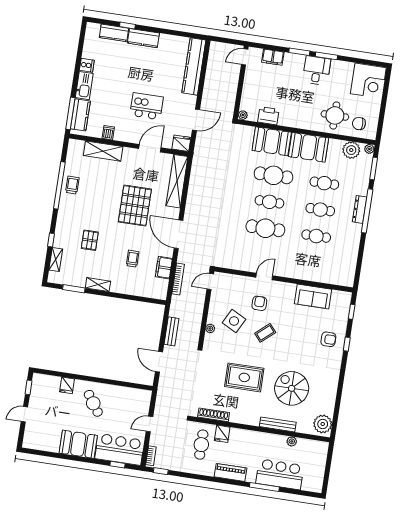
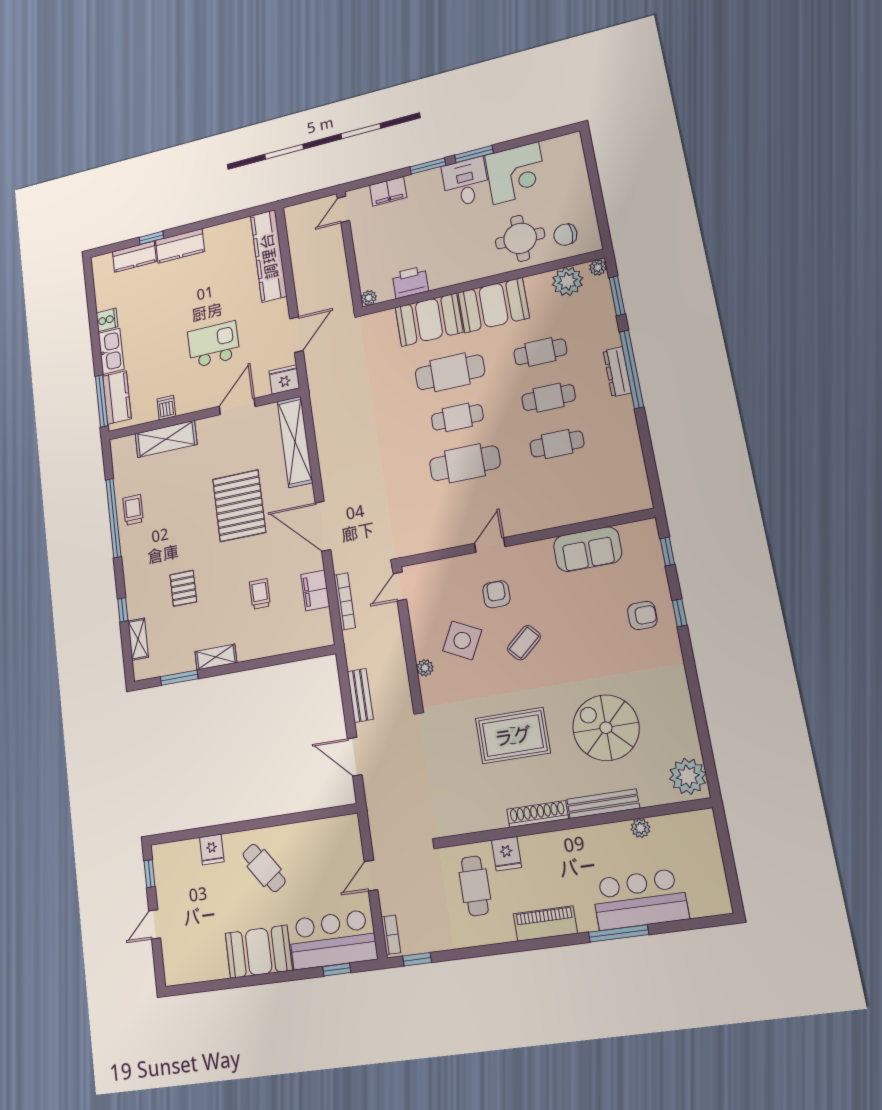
corner desk: (368, 81) -> (516, 173), moved
shoe rack: (214, 415) -> (537, 814), moved

